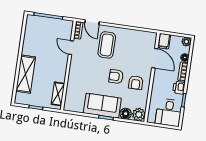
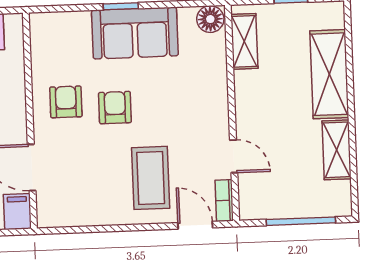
shelving: (28, 42) -> (337, 150), added
armchair: (116, 77) -> (115, 108), turned -90
floor lamp: (126, 114) -> (210, 19), moved
plant: (139, 115) -> (45, 28), removed

